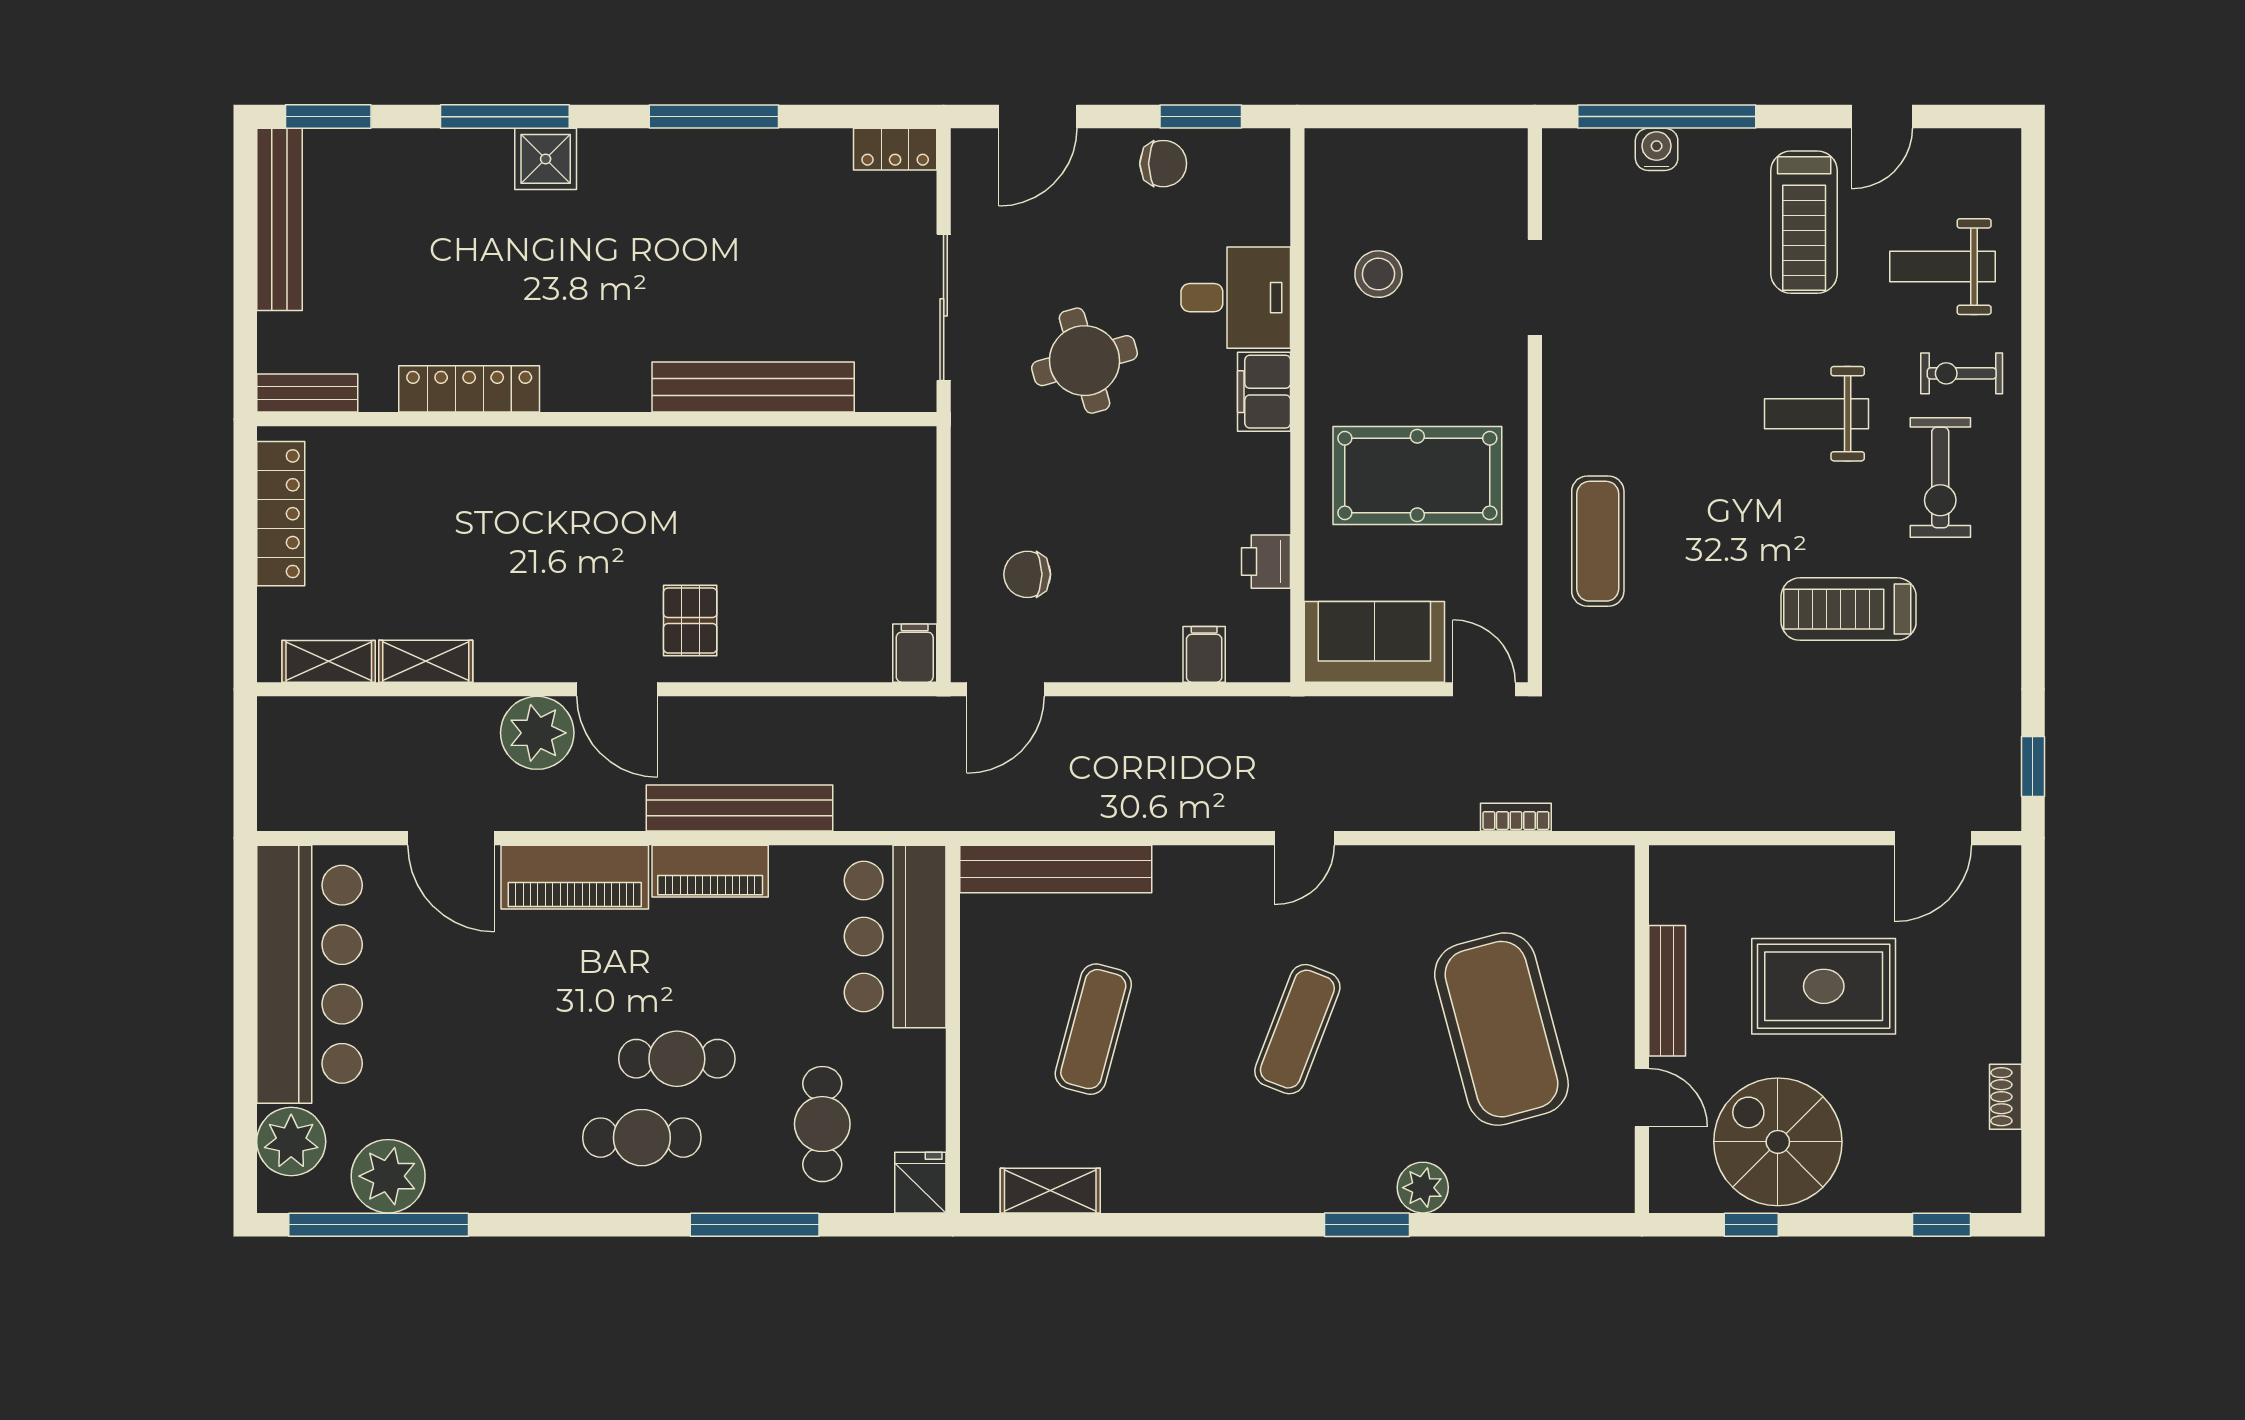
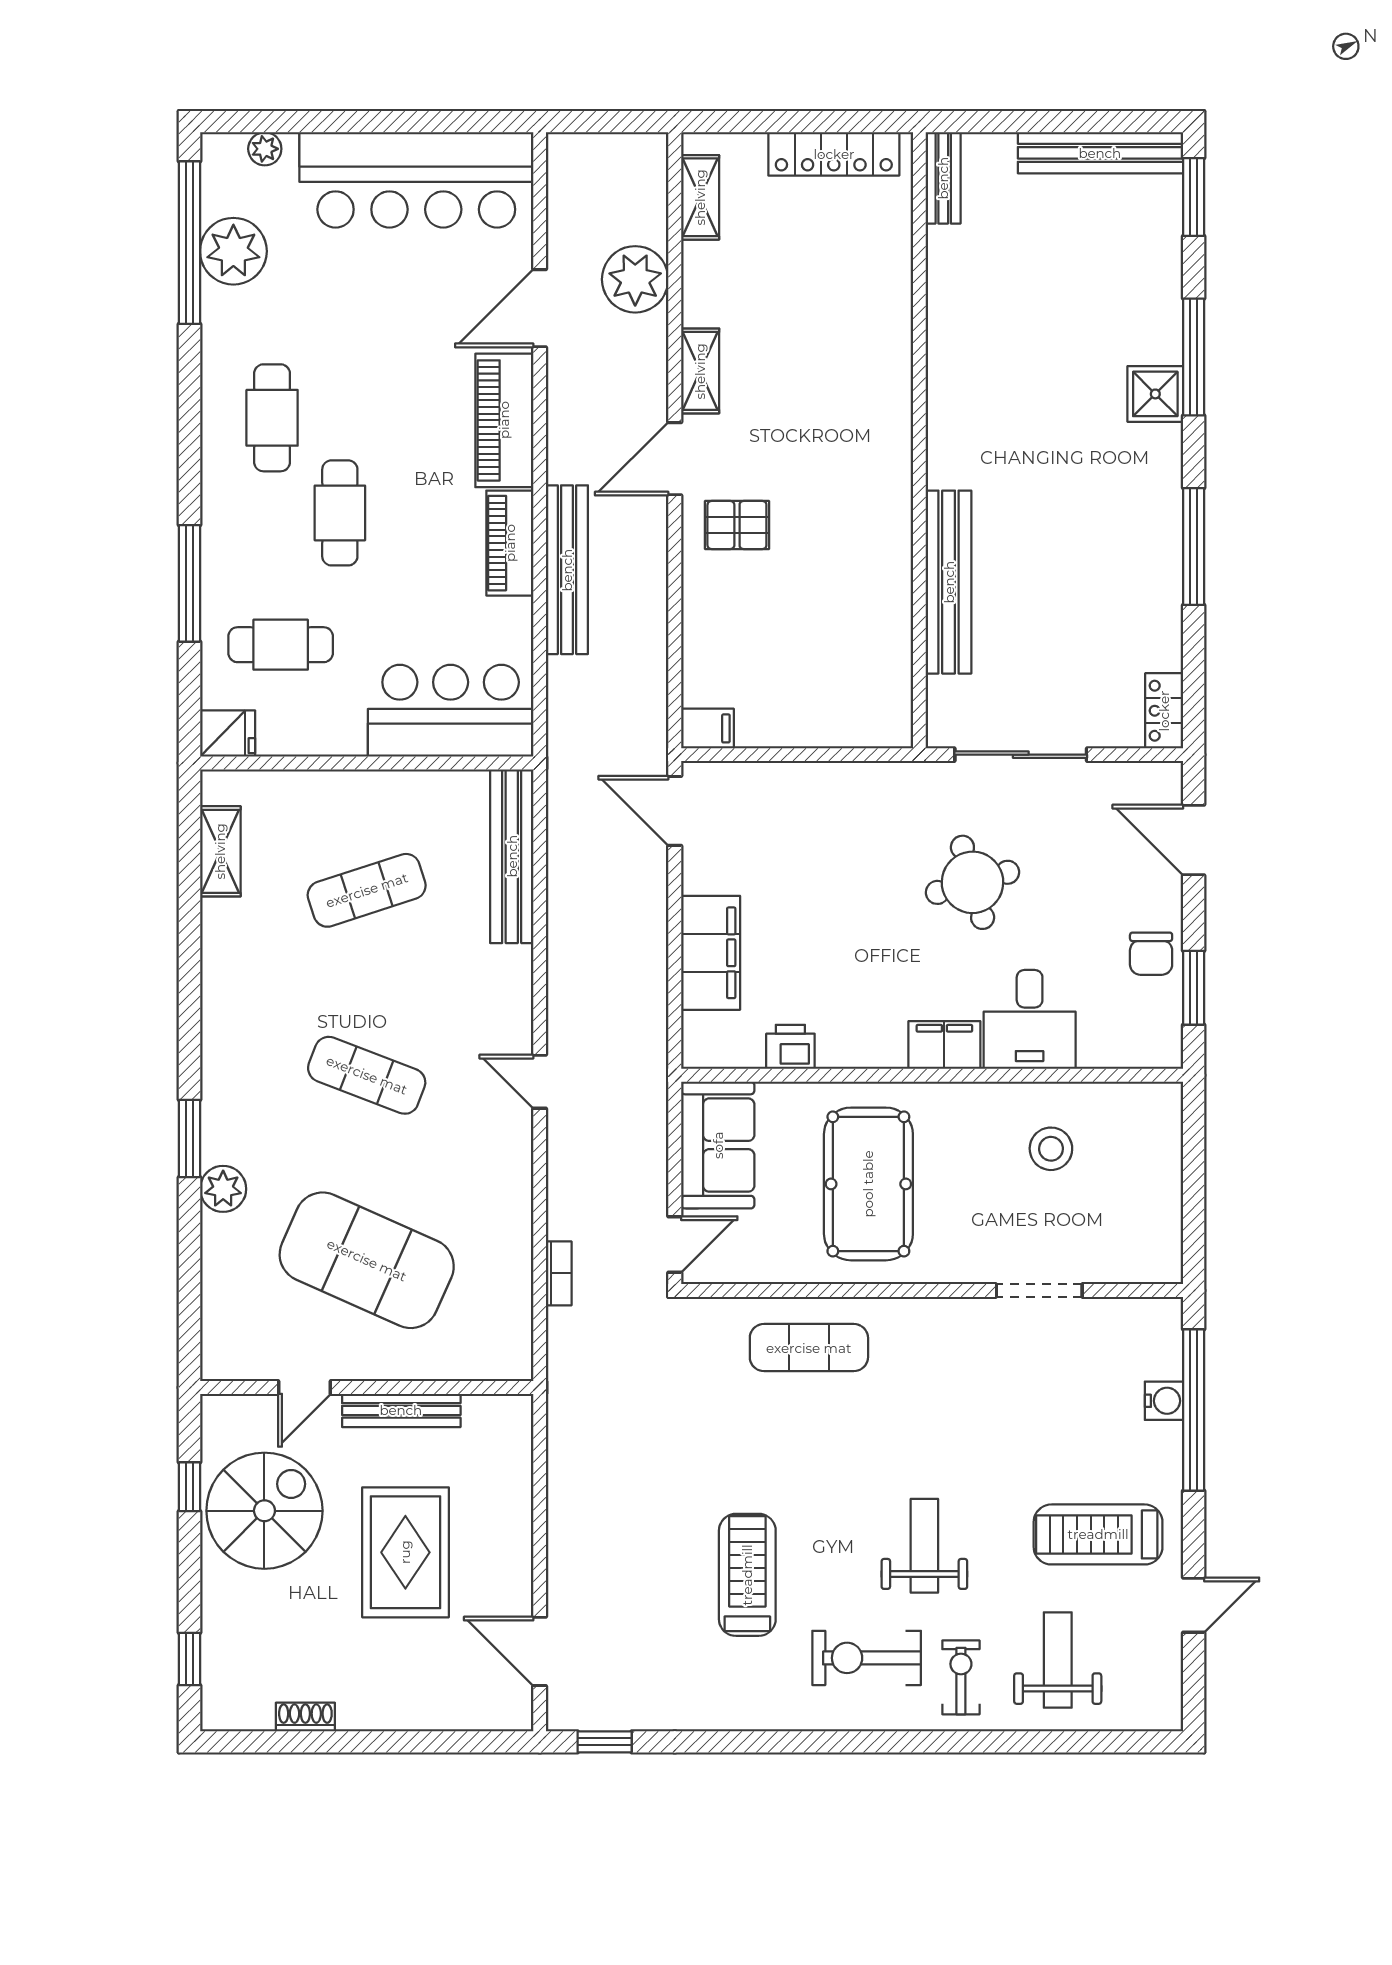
door: (1882, 117) -> (1194, 1605), swing flipped
locker: (469, 389) -> (947, 325), removed
chair: (1027, 574) -> (779, 830), removed
filing cabinet: (1204, 654) -> (711, 953), width x3.00, depth x1.17
shelving: (426, 661) -> (700, 371), moved
plant: (537, 733) -> (635, 279), moved
exercise mat: (1093, 1029) -> (367, 890), turned -33
exercise mat: (1501, 1029) -> (367, 1260), turned 39
cafe table: (642, 1138) -> (272, 418), moved
plant: (291, 1142) -> (265, 149), width x0.53, depth x0.53

